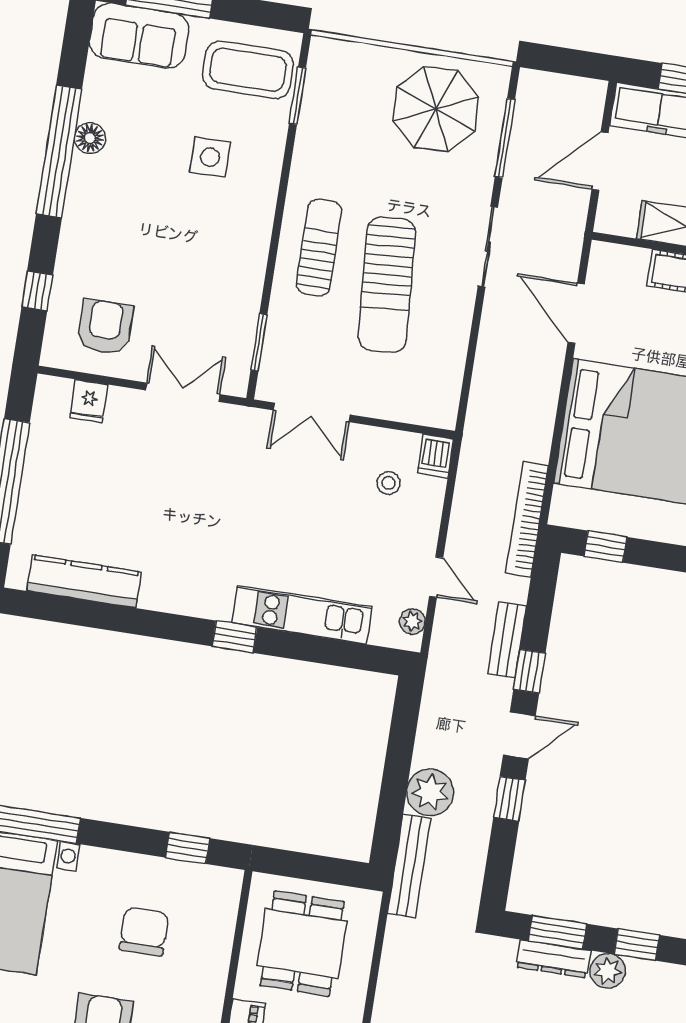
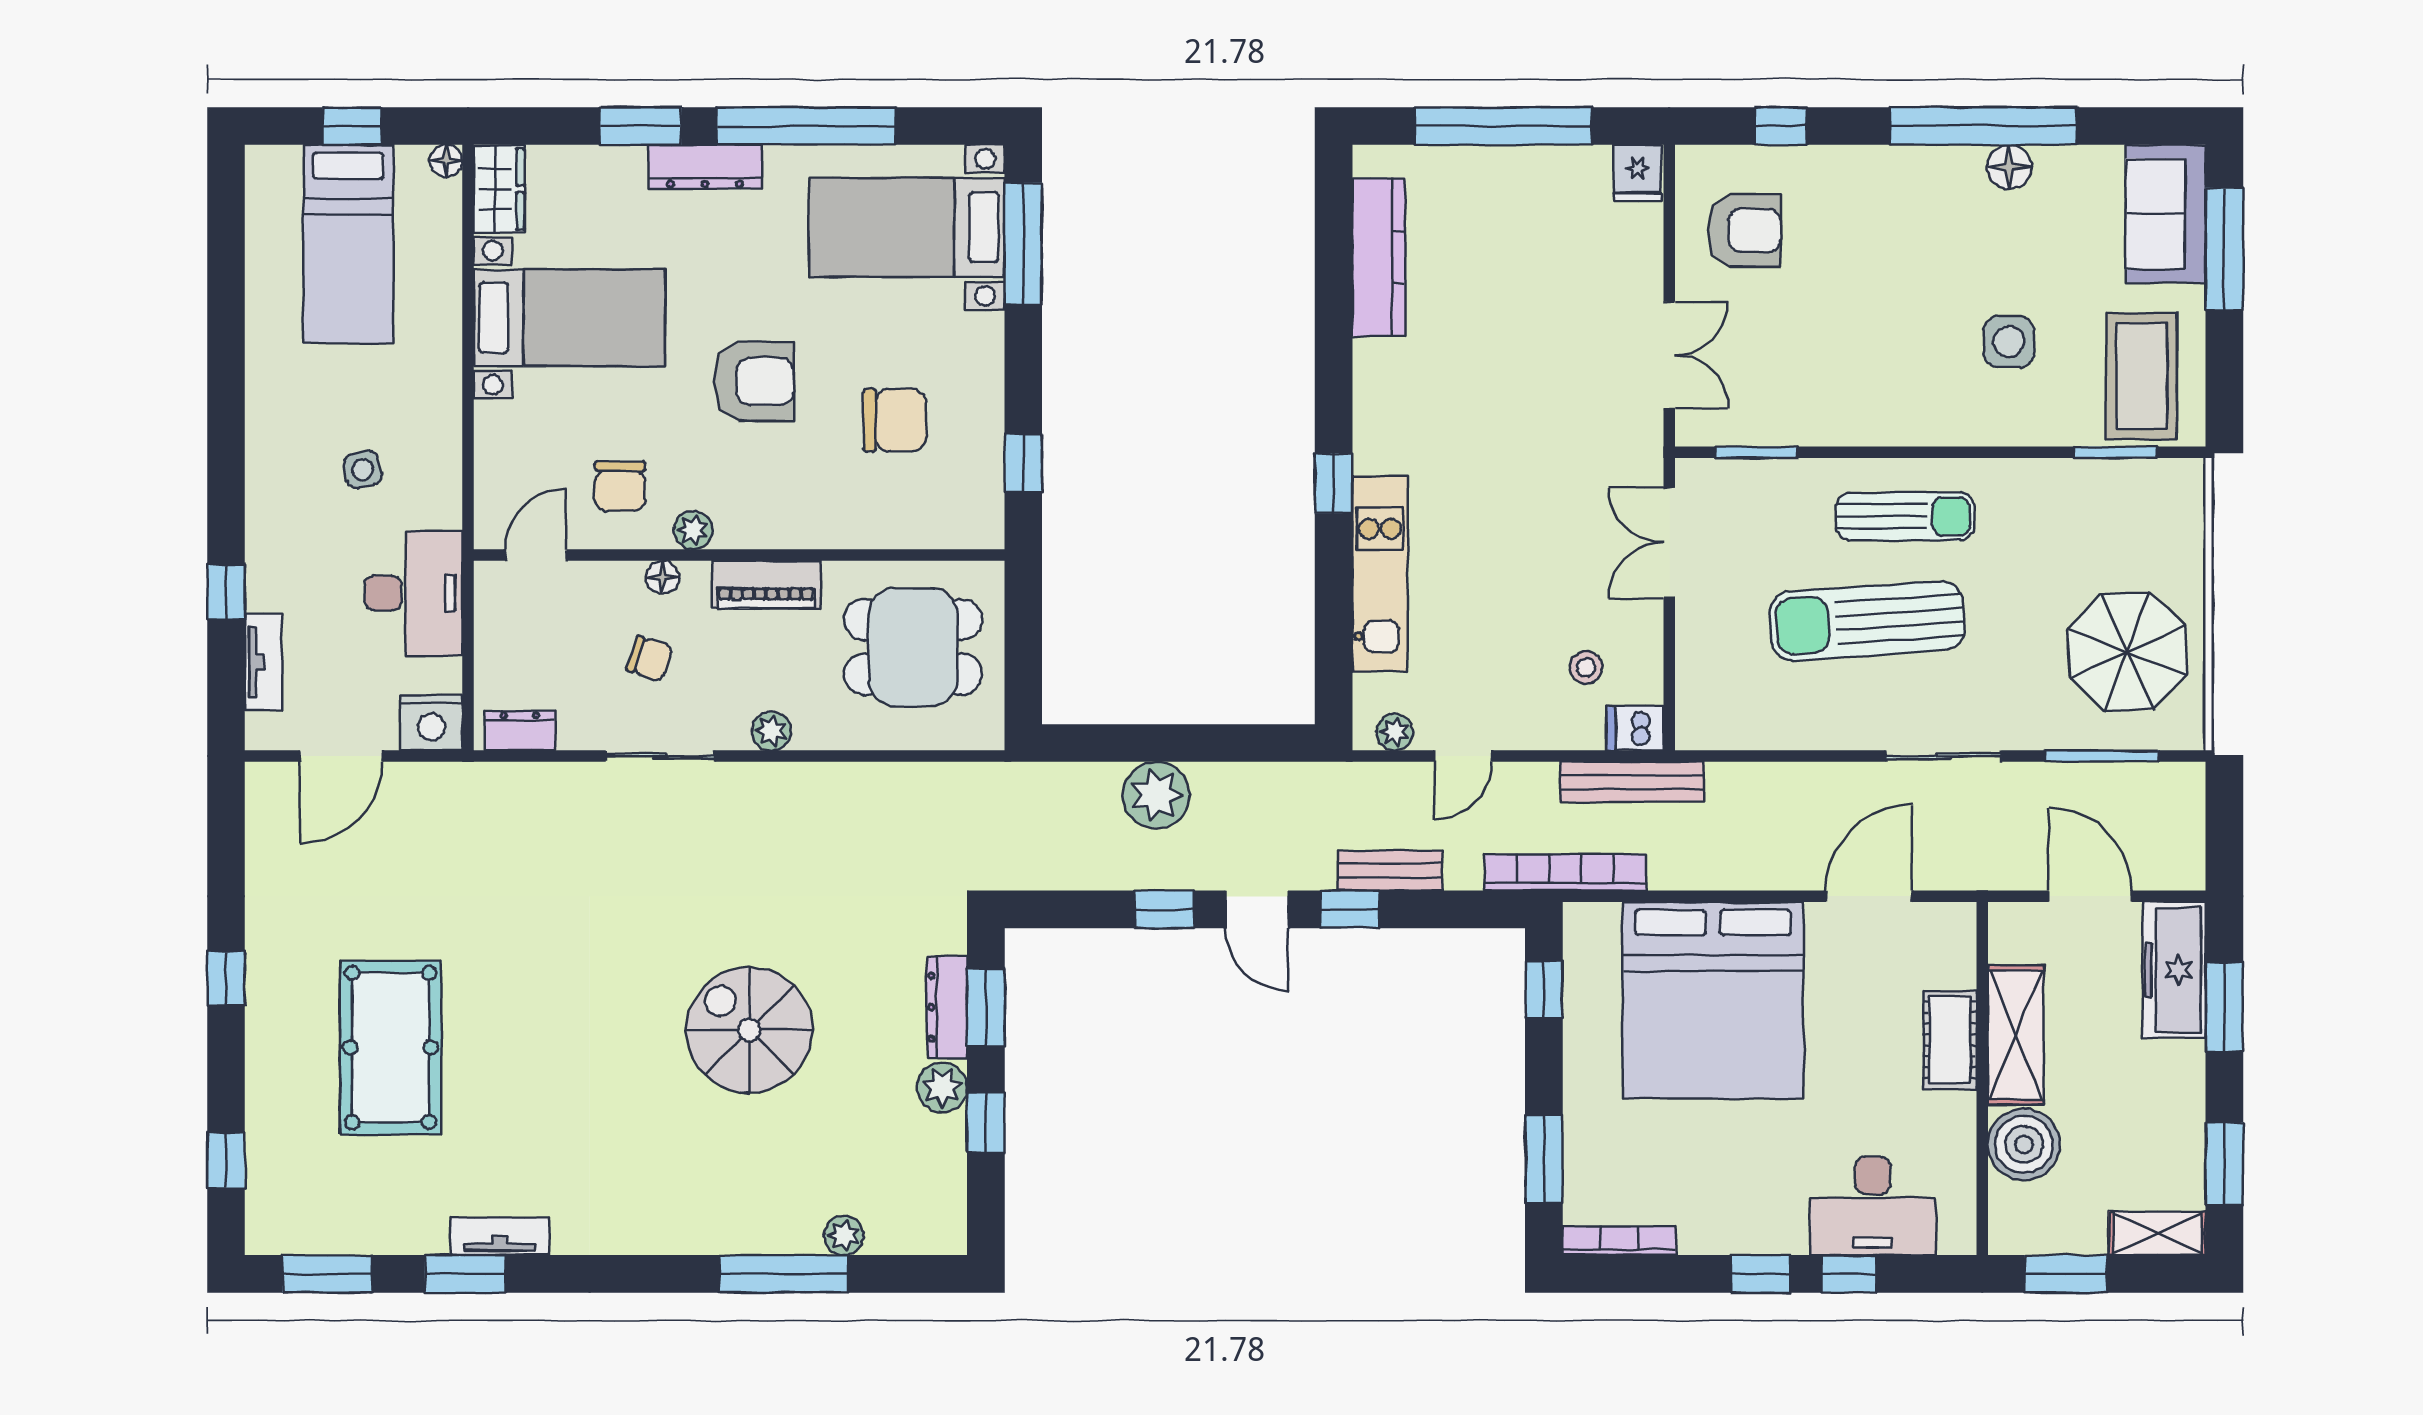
fridge: (89, 401) -> (1638, 173), moved, turned -90
bench: (409, 866) -> (1632, 782), moved

